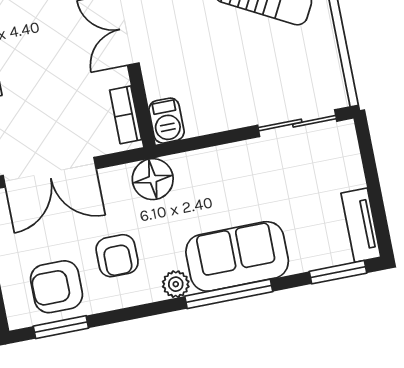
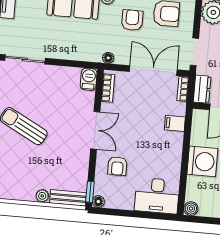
floor lamp: (153, 179) -> (108, 58), width x0.53, depth x0.53

